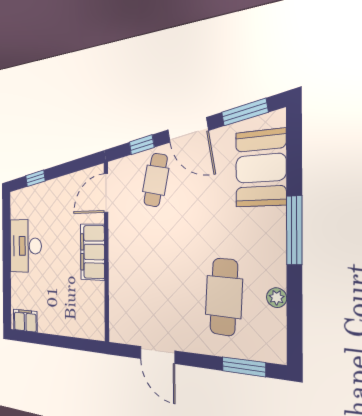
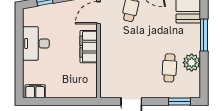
cafe table: (224, 297) -> (169, 68), width x0.73, depth x0.74
plant: (277, 298) -> (192, 63), width x1.88, depth x1.88

